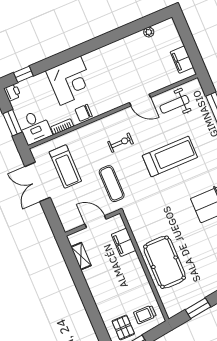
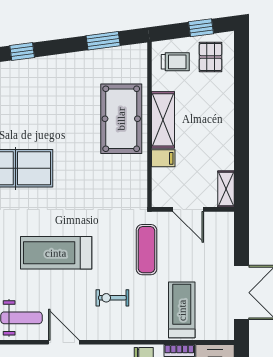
treadmill: (65, 167) -> (182, 310), moved
filing cabinet: (124, 242) -> (163, 158), width x0.50
shelving: (81, 256) -> (226, 189), moved
shelving: (137, 273) -> (163, 120), added

